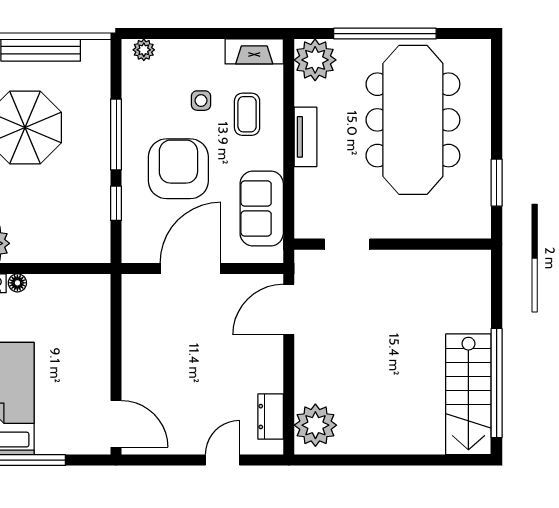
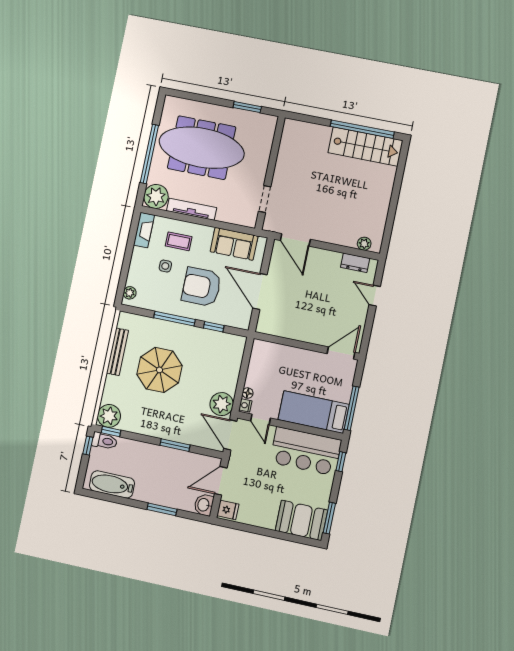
tv unit: (306, 137) -> (192, 209), width x1.41
plant: (315, 425) -> (364, 244), width x0.53, depth x0.53

